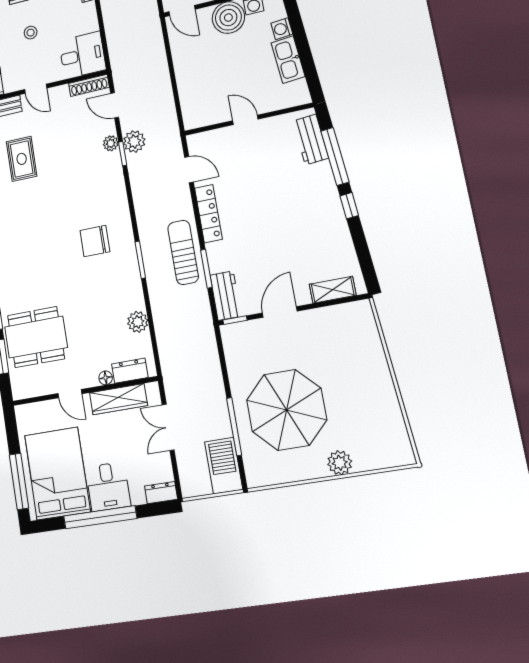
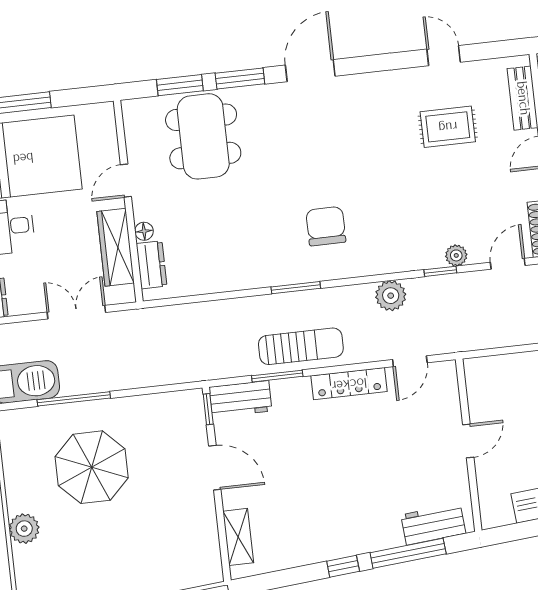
plant: (134, 141) -> (391, 296), moved
plant: (138, 322) -> (214, 279), removed
parasol: (286, 410) -> (92, 467), width x0.73, depth x0.73

